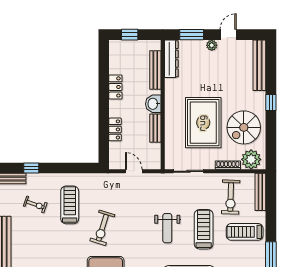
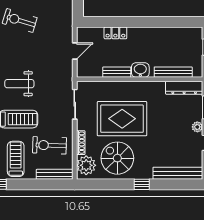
locker: (115, 87) -> (157, 33), removed

